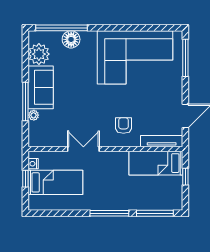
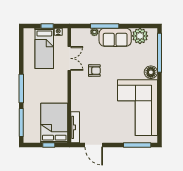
floor lamp: (71, 39) -> (151, 72), moved
armchair: (123, 126) -> (94, 71), moved
double door: (83, 149) -> (69, 58), moved
bed: (156, 163) -> (54, 123), width x1.50

